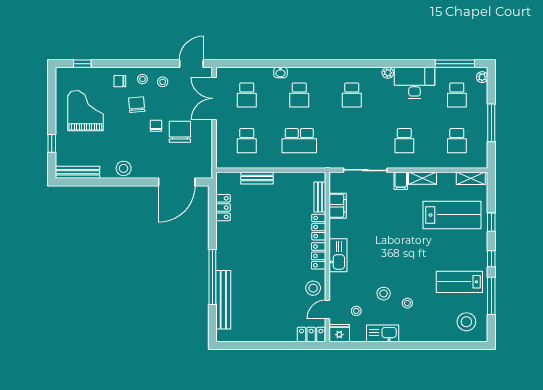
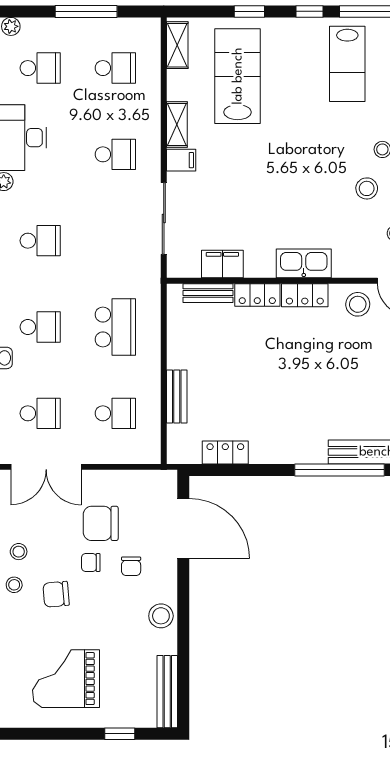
chair: (120, 81) -> (131, 566), moved

